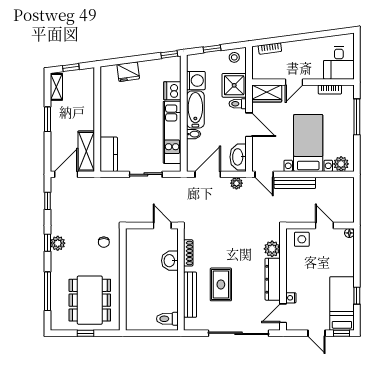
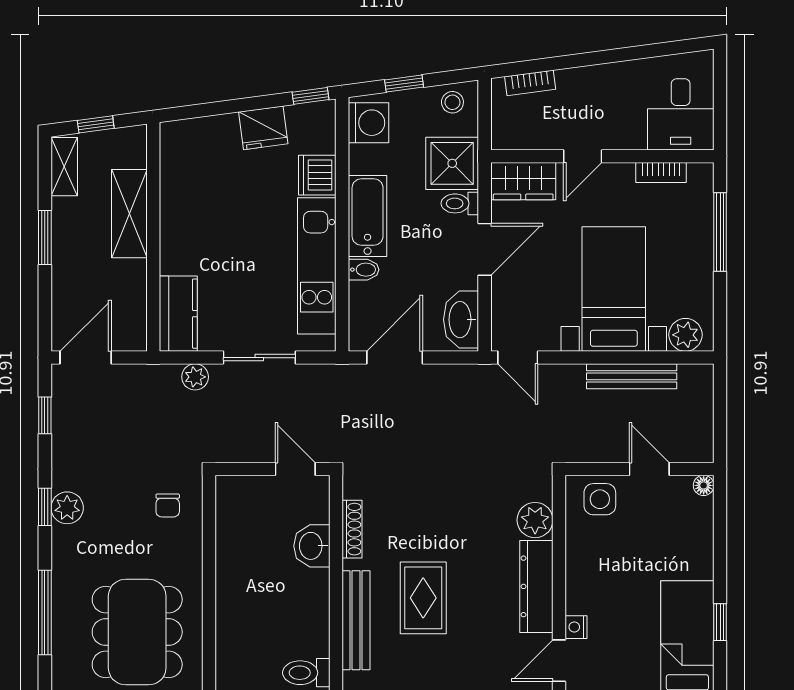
fridge: (128, 72) -> (263, 128), moved
washing machine: (196, 81) -> (369, 123), moved
door: (249, 125) -> (485, 249), hinge flipped
shelving: (86, 151) -> (129, 214), moved
plant: (236, 183) -> (195, 377), moved
bench: (295, 183) -> (632, 376), moved

